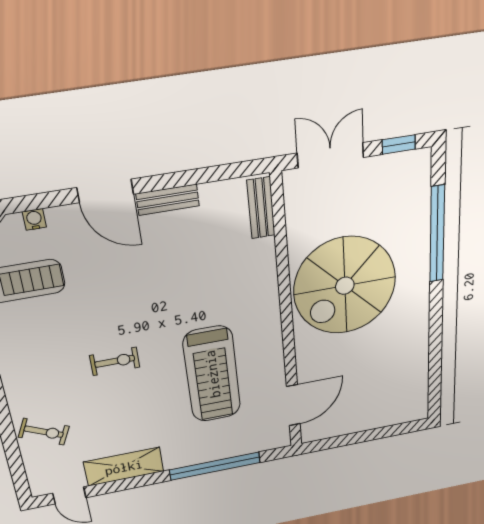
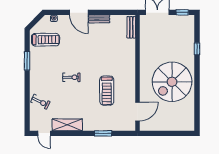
window: (437, 234) -> (197, 49), width x0.32
spiral stairs: (345, 286) -> (172, 82), moved
treadmill: (212, 374) -> (107, 91), width x0.73, depth x0.73
window: (215, 466) -> (103, 133), width x0.47

